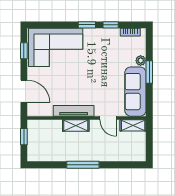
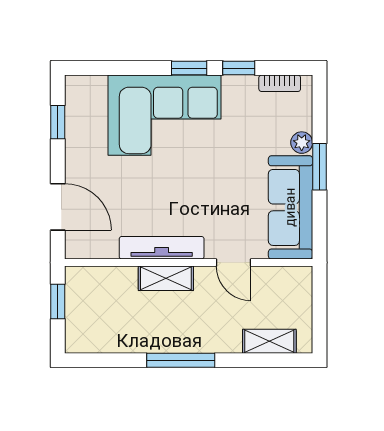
corner sofa: (56, 47) -> (165, 115), moved
shelving: (133, 125) -> (269, 341), moved

